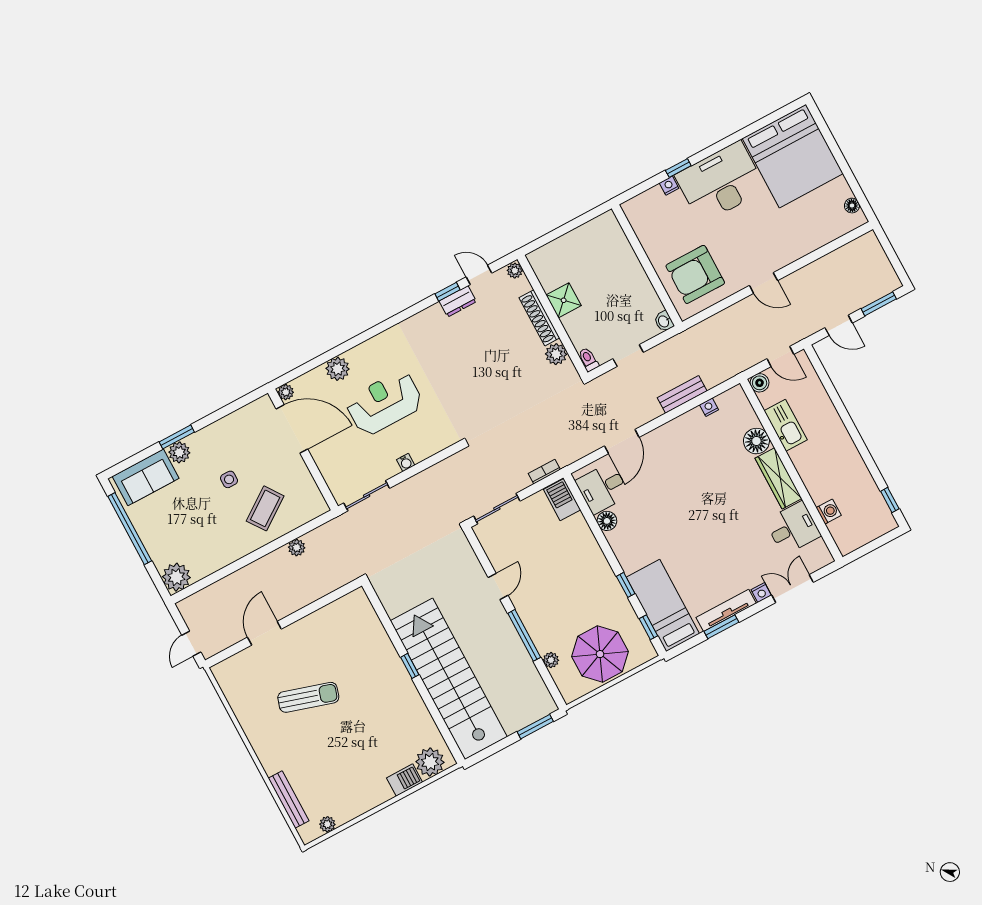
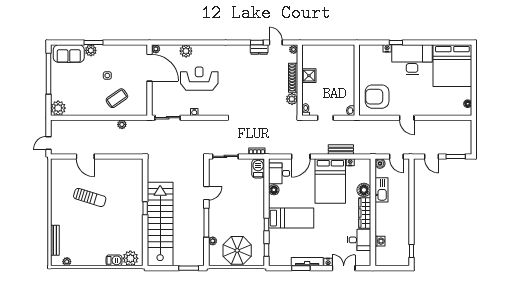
bed: (693, 456) -> (330, 181), added
bed: (663, 605) -> (291, 218), moved, turned 90
door: (264, 633) -> (85, 156), swing flipped

